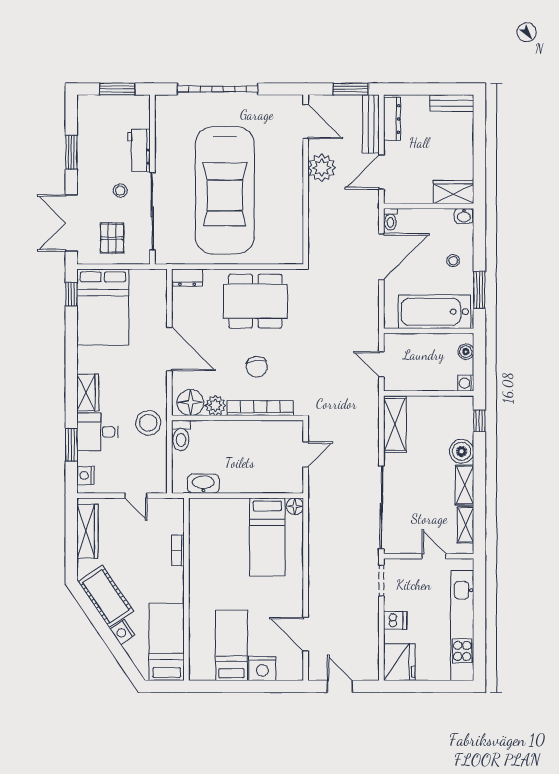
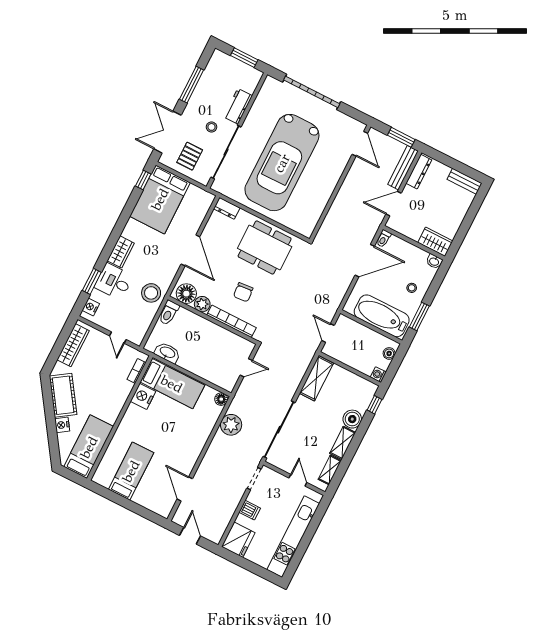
window: (71, 152) -> (192, 85), width x1.44
plant: (322, 168) -> (231, 425), moved
bed: (267, 537) -> (172, 384), moved, turned -90
bookcase: (178, 550) -> (137, 371), moved
nightstand: (262, 668) -> (143, 396), moved, turned 90

